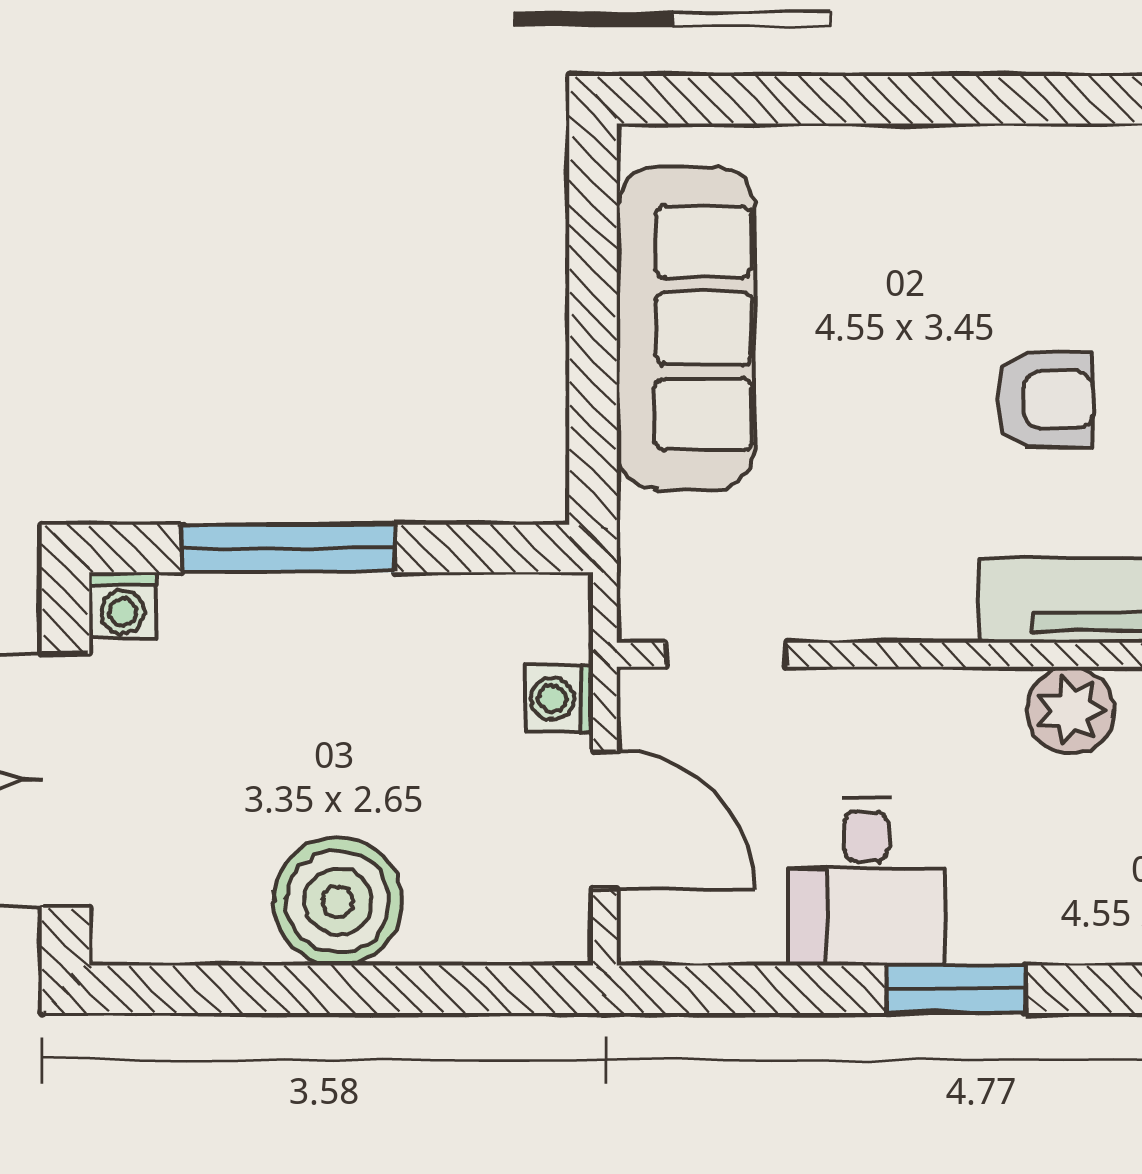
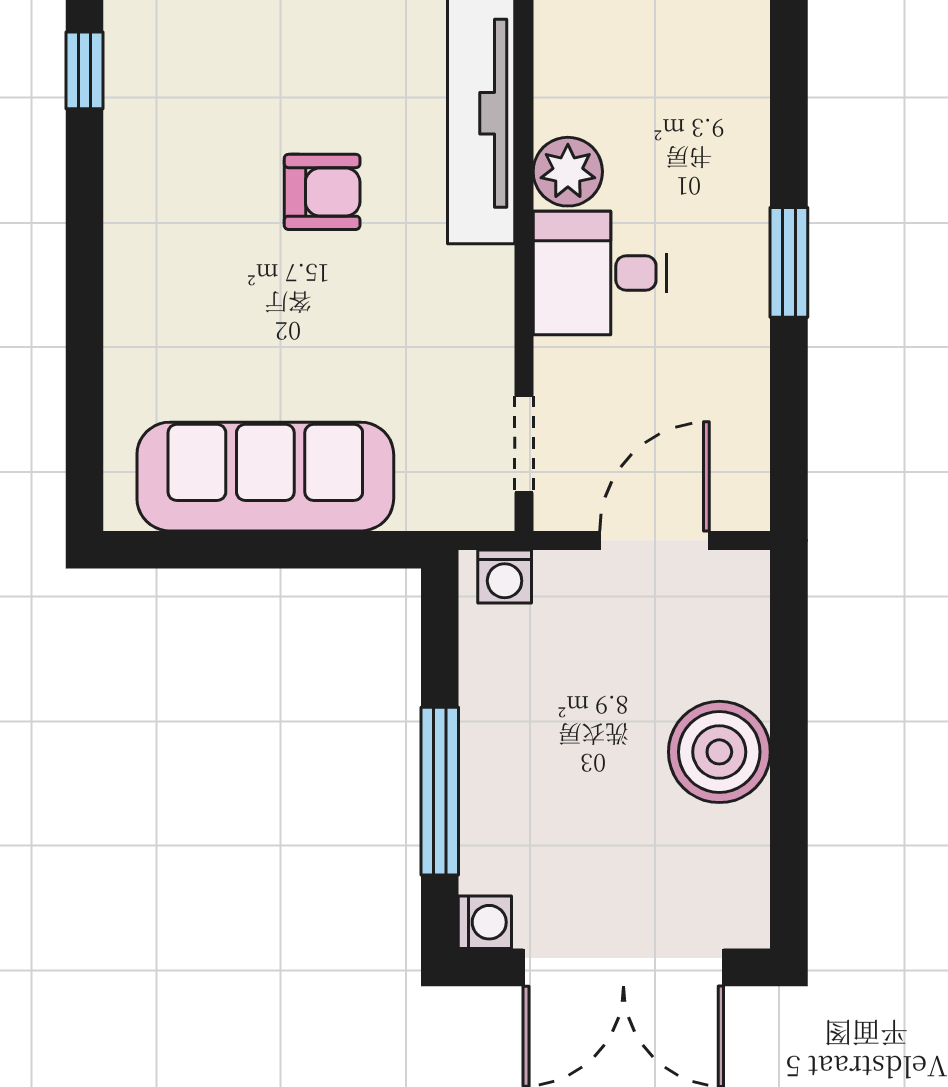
armchair: (1045, 400) -> (322, 192), turned 90
washing machine: (559, 699) -> (505, 576), moved
desk: (866, 881) -> (600, 273), moved, turned 180

